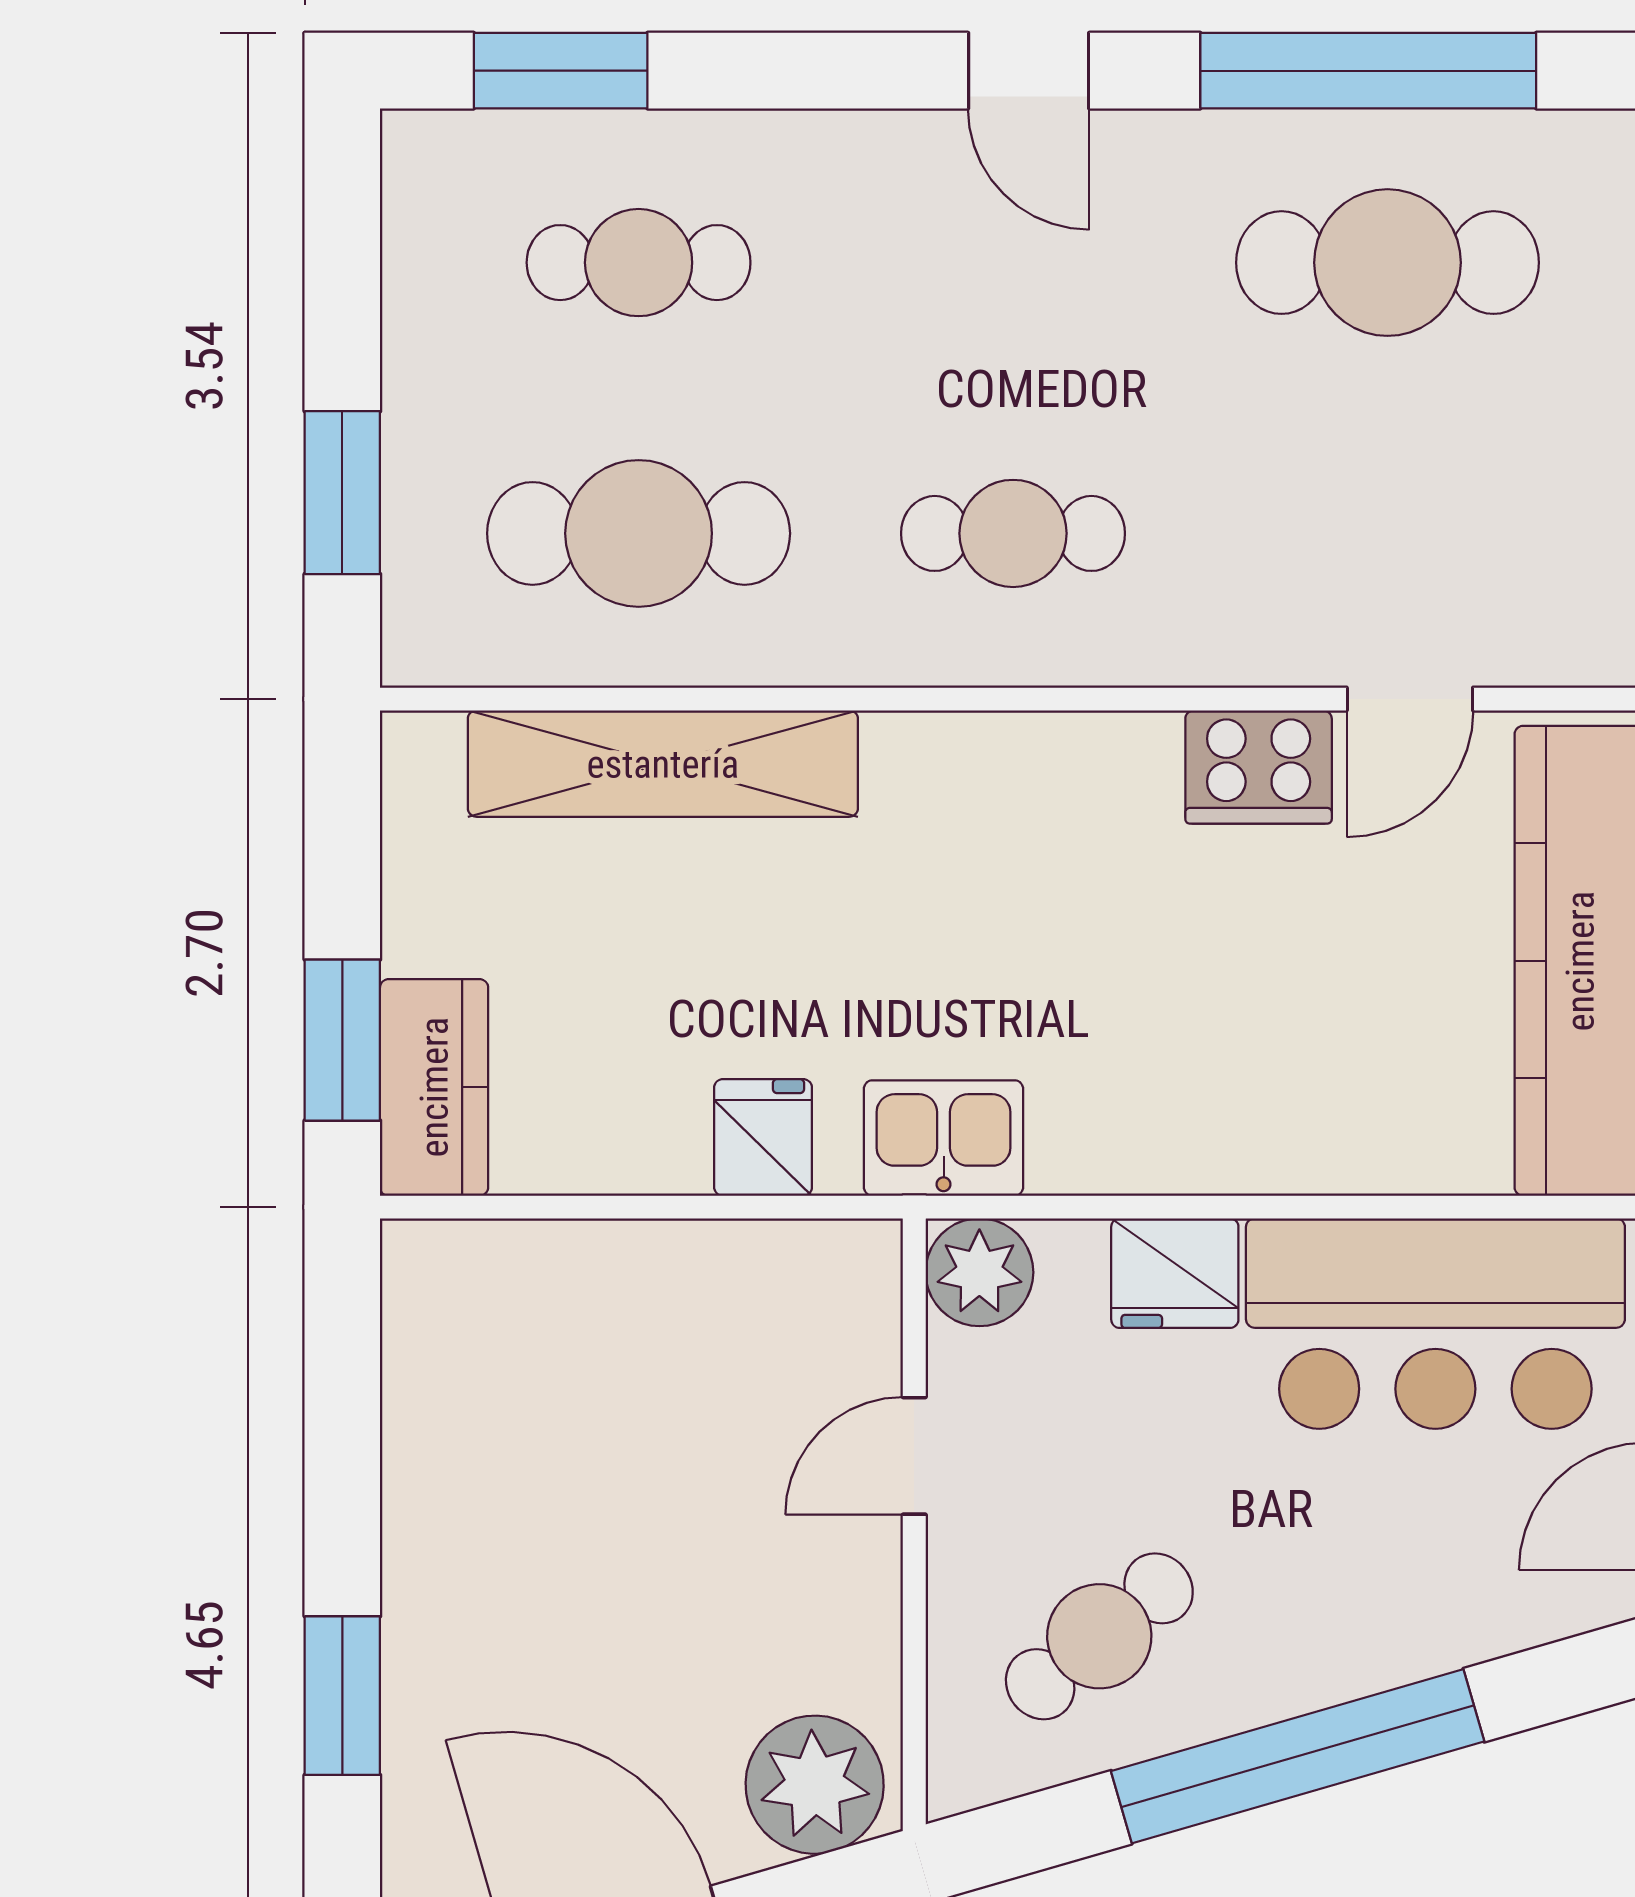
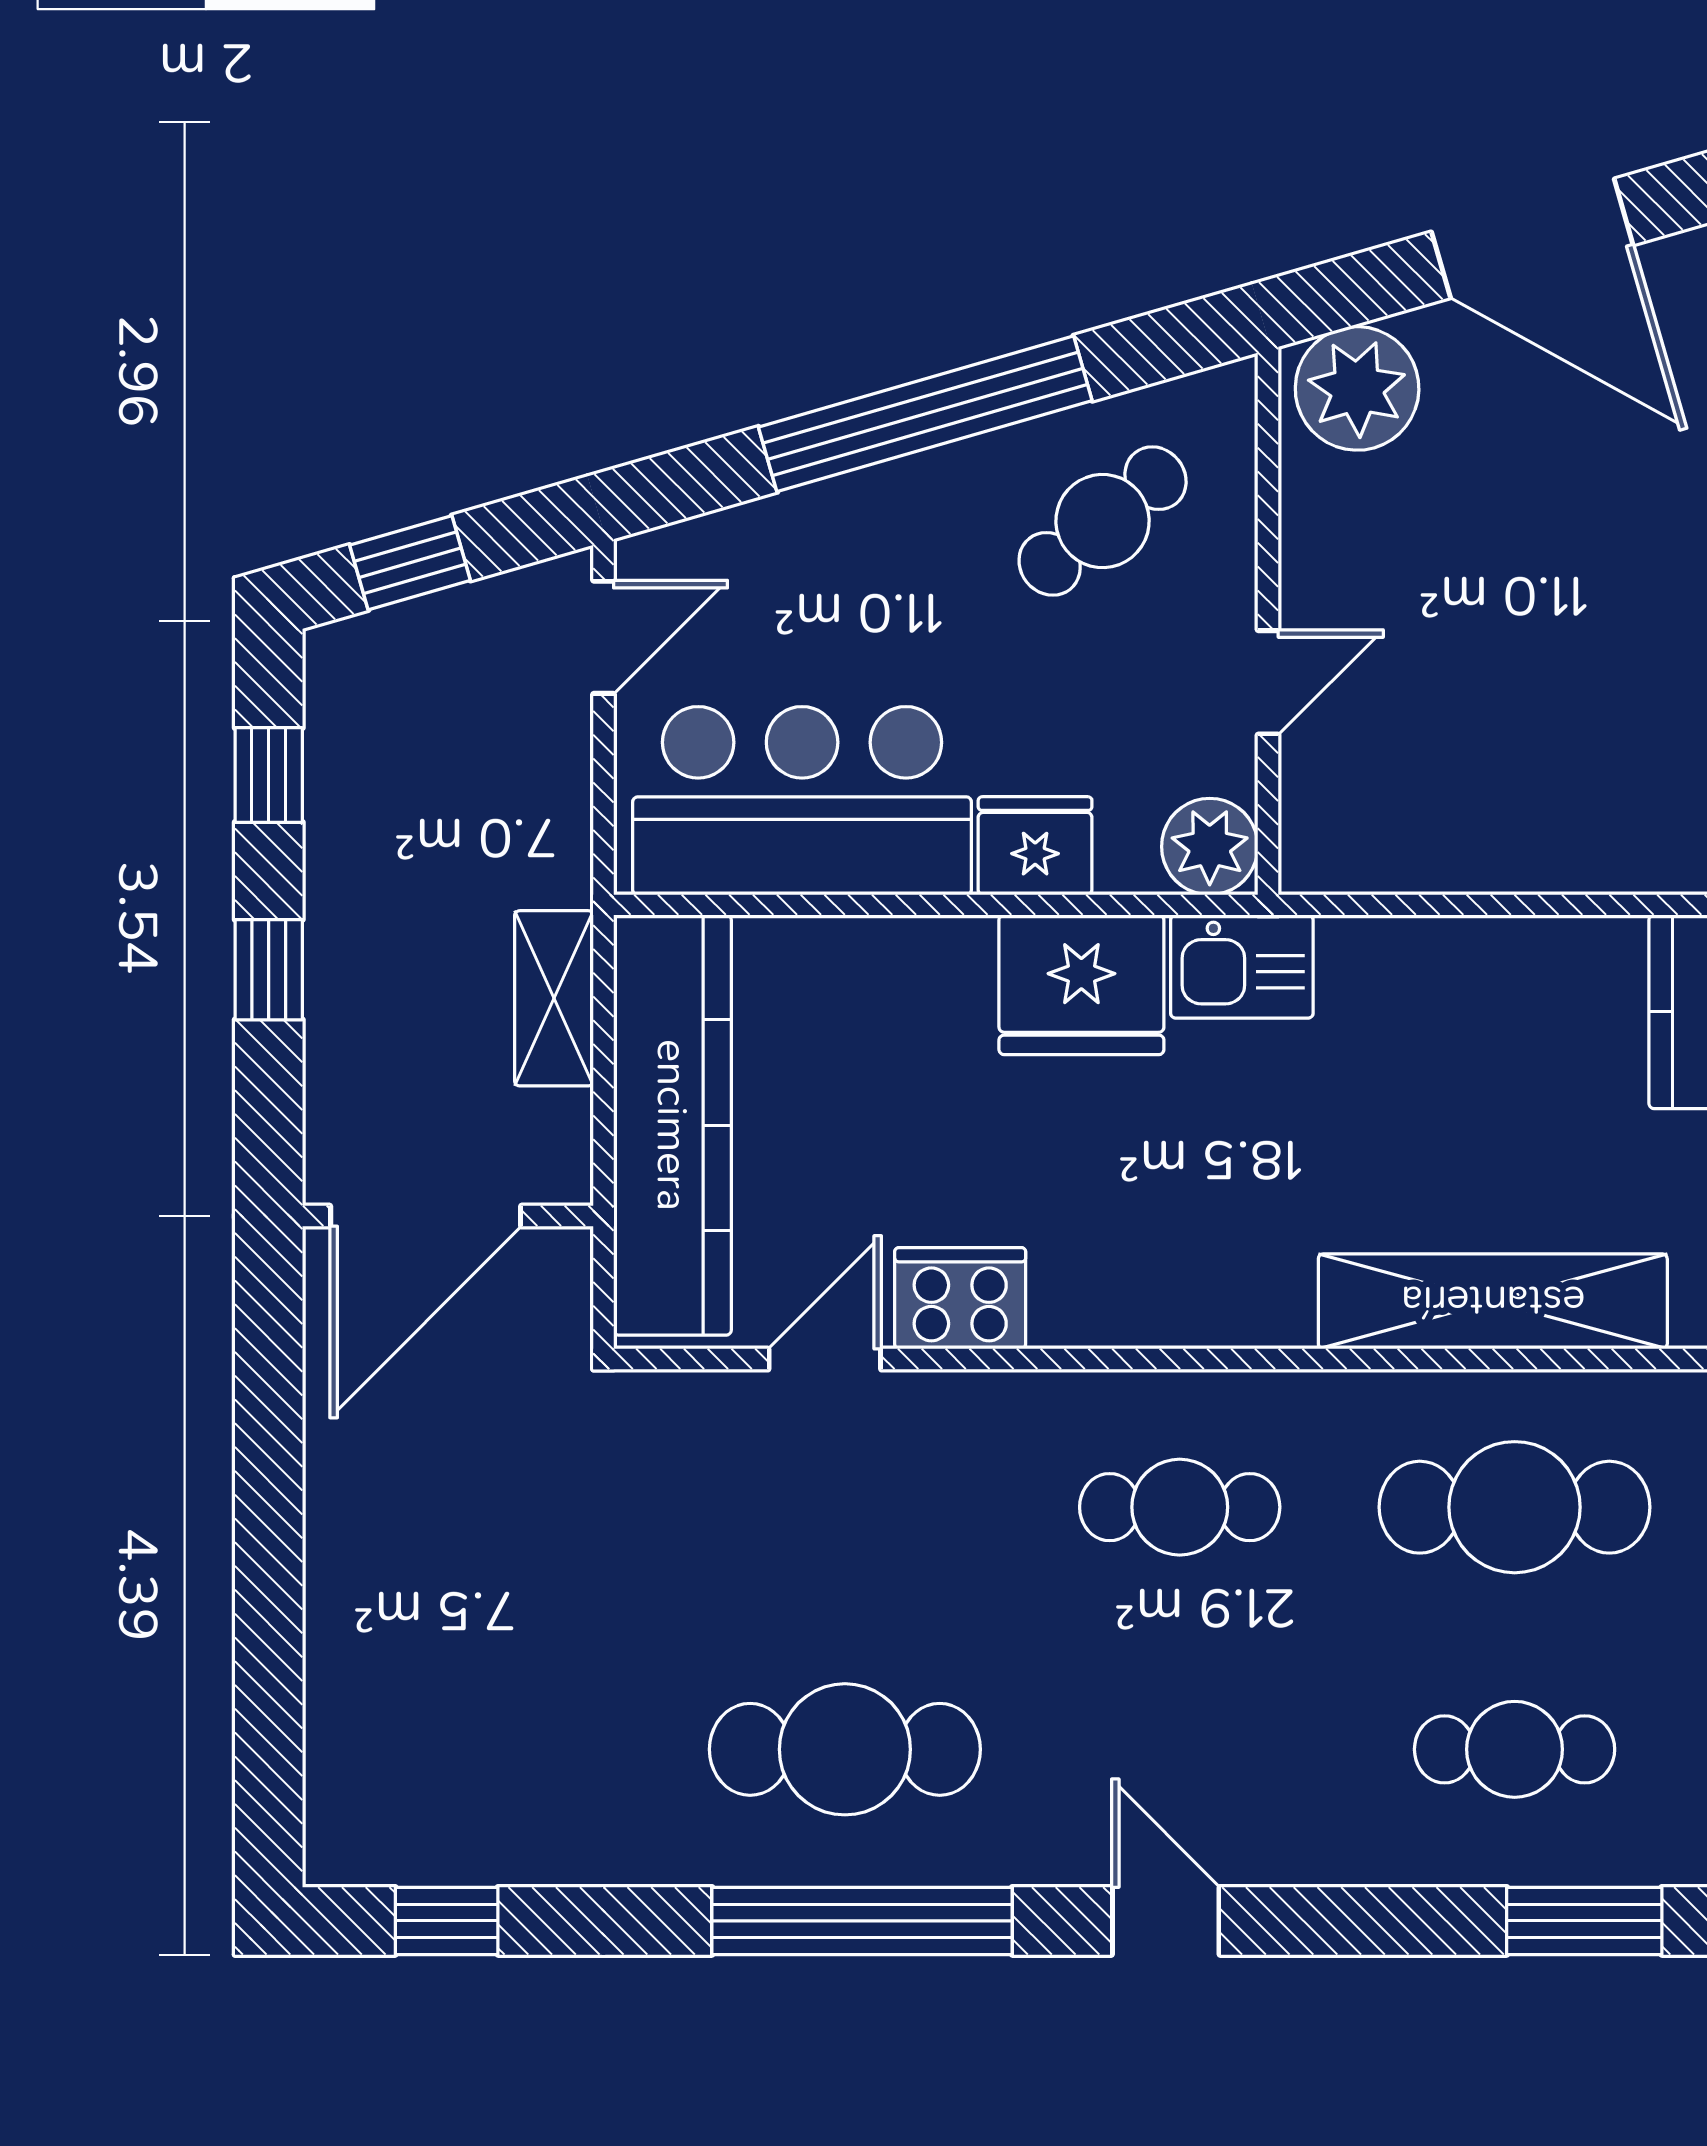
fridge: (763, 1137) -> (1081, 985), moved, width x1.88, depth x1.34

